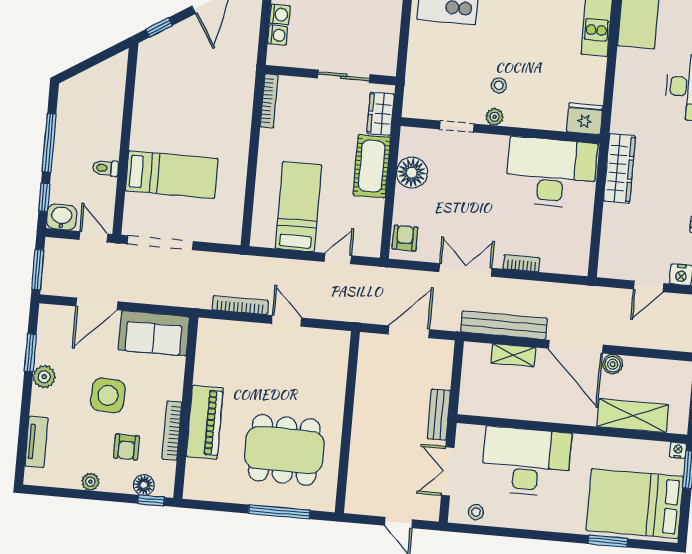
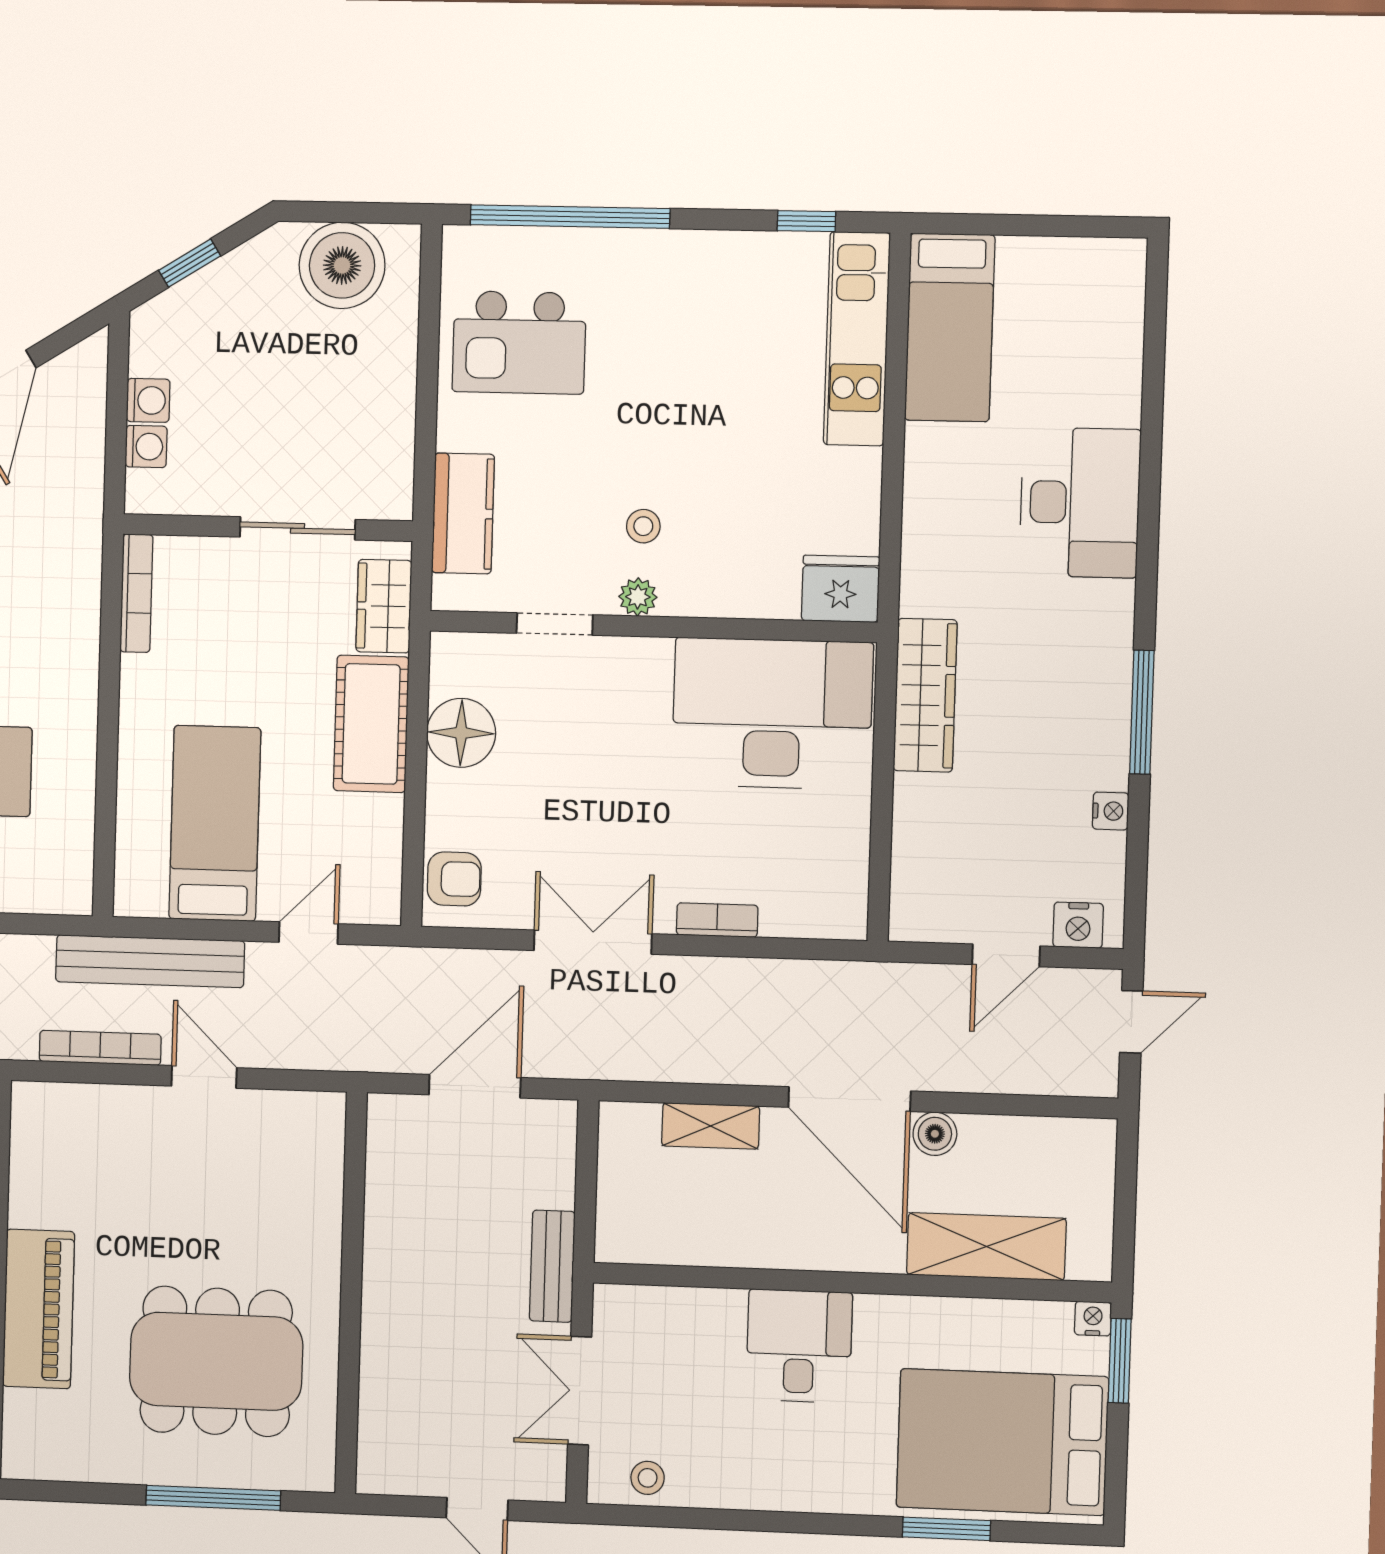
kitchen counter: (419, 74) -> (463, 513), added
armchair: (405, 238) -> (454, 879), turned 90
bench: (504, 325) -> (150, 961), moved
desk: (526, 462) -> (799, 1346), width x0.53, depth x0.77

